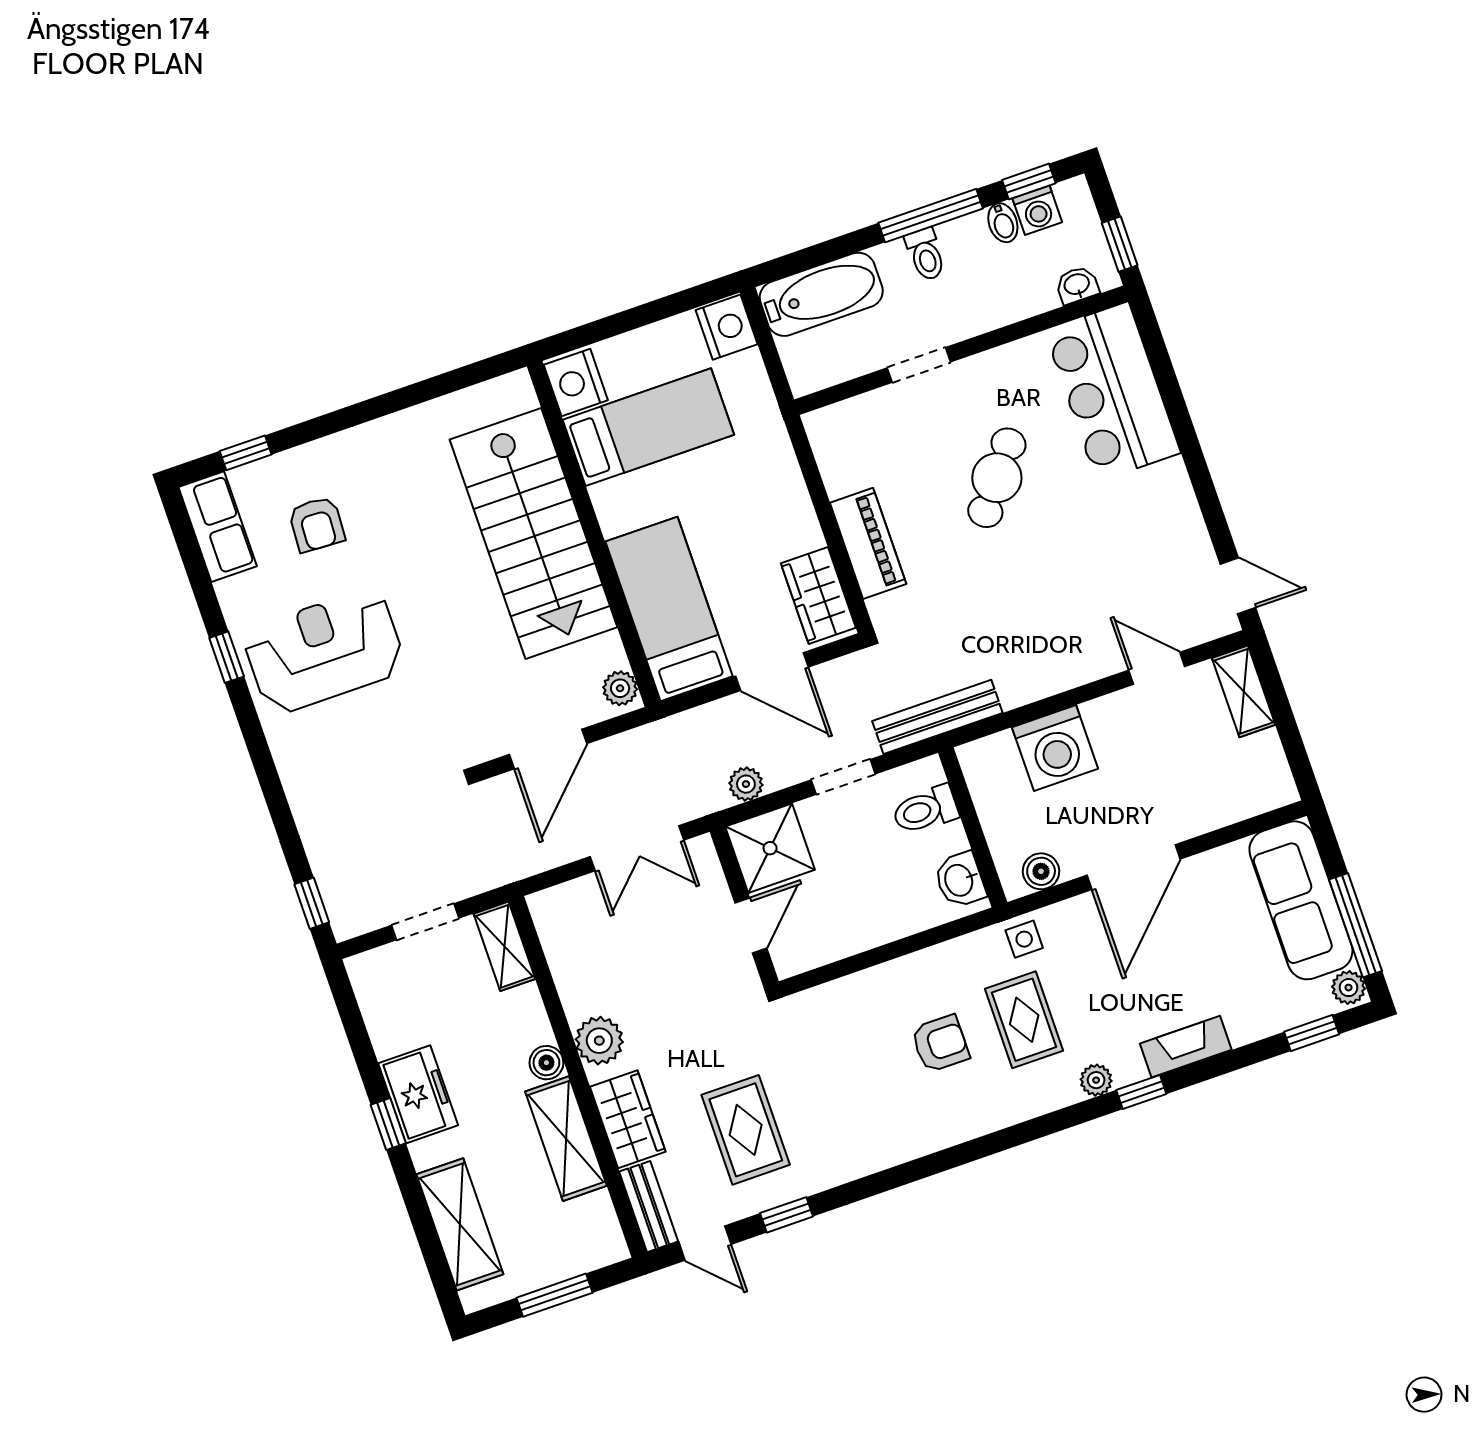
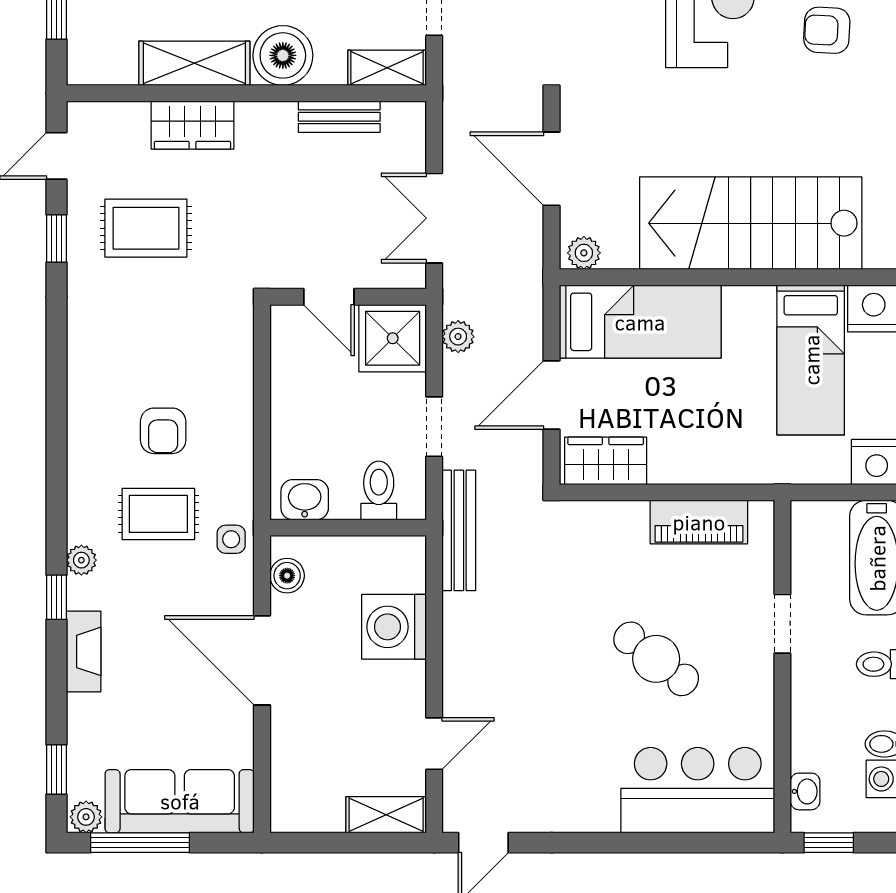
piano: (868, 543) -> (699, 522), moved
plant: (599, 1041) -> (272, 124), removed
boiler: (546, 1063) -> (283, 55), width x1.86, depth x1.86
bench: (649, 1207) -> (339, 117), moved

